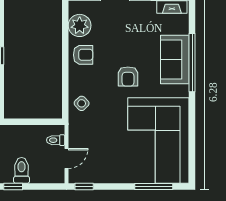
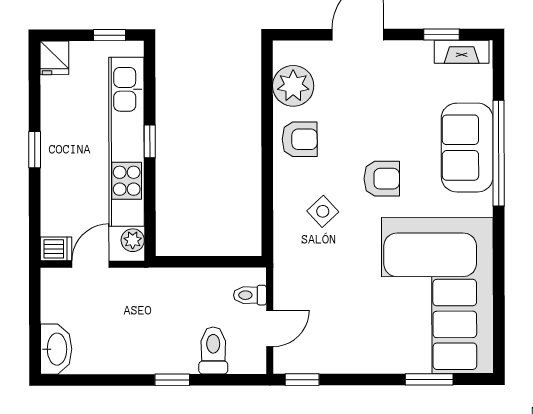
armchair: (128, 76) -> (382, 179), turned -90
side table: (82, 103) -> (323, 211), moved
toilet: (22, 170) -> (213, 350), moved
window: (154, 186) -> (429, 379), width x0.69

